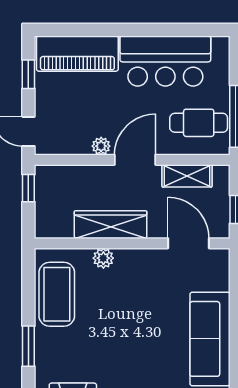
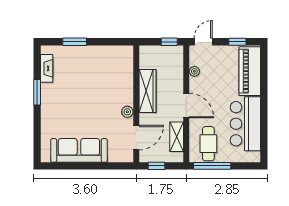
plant: (101, 146) -> (194, 71), moved
plant: (103, 258) -> (127, 112), moved
coffee table: (57, 294) -> (106, 59), removed

